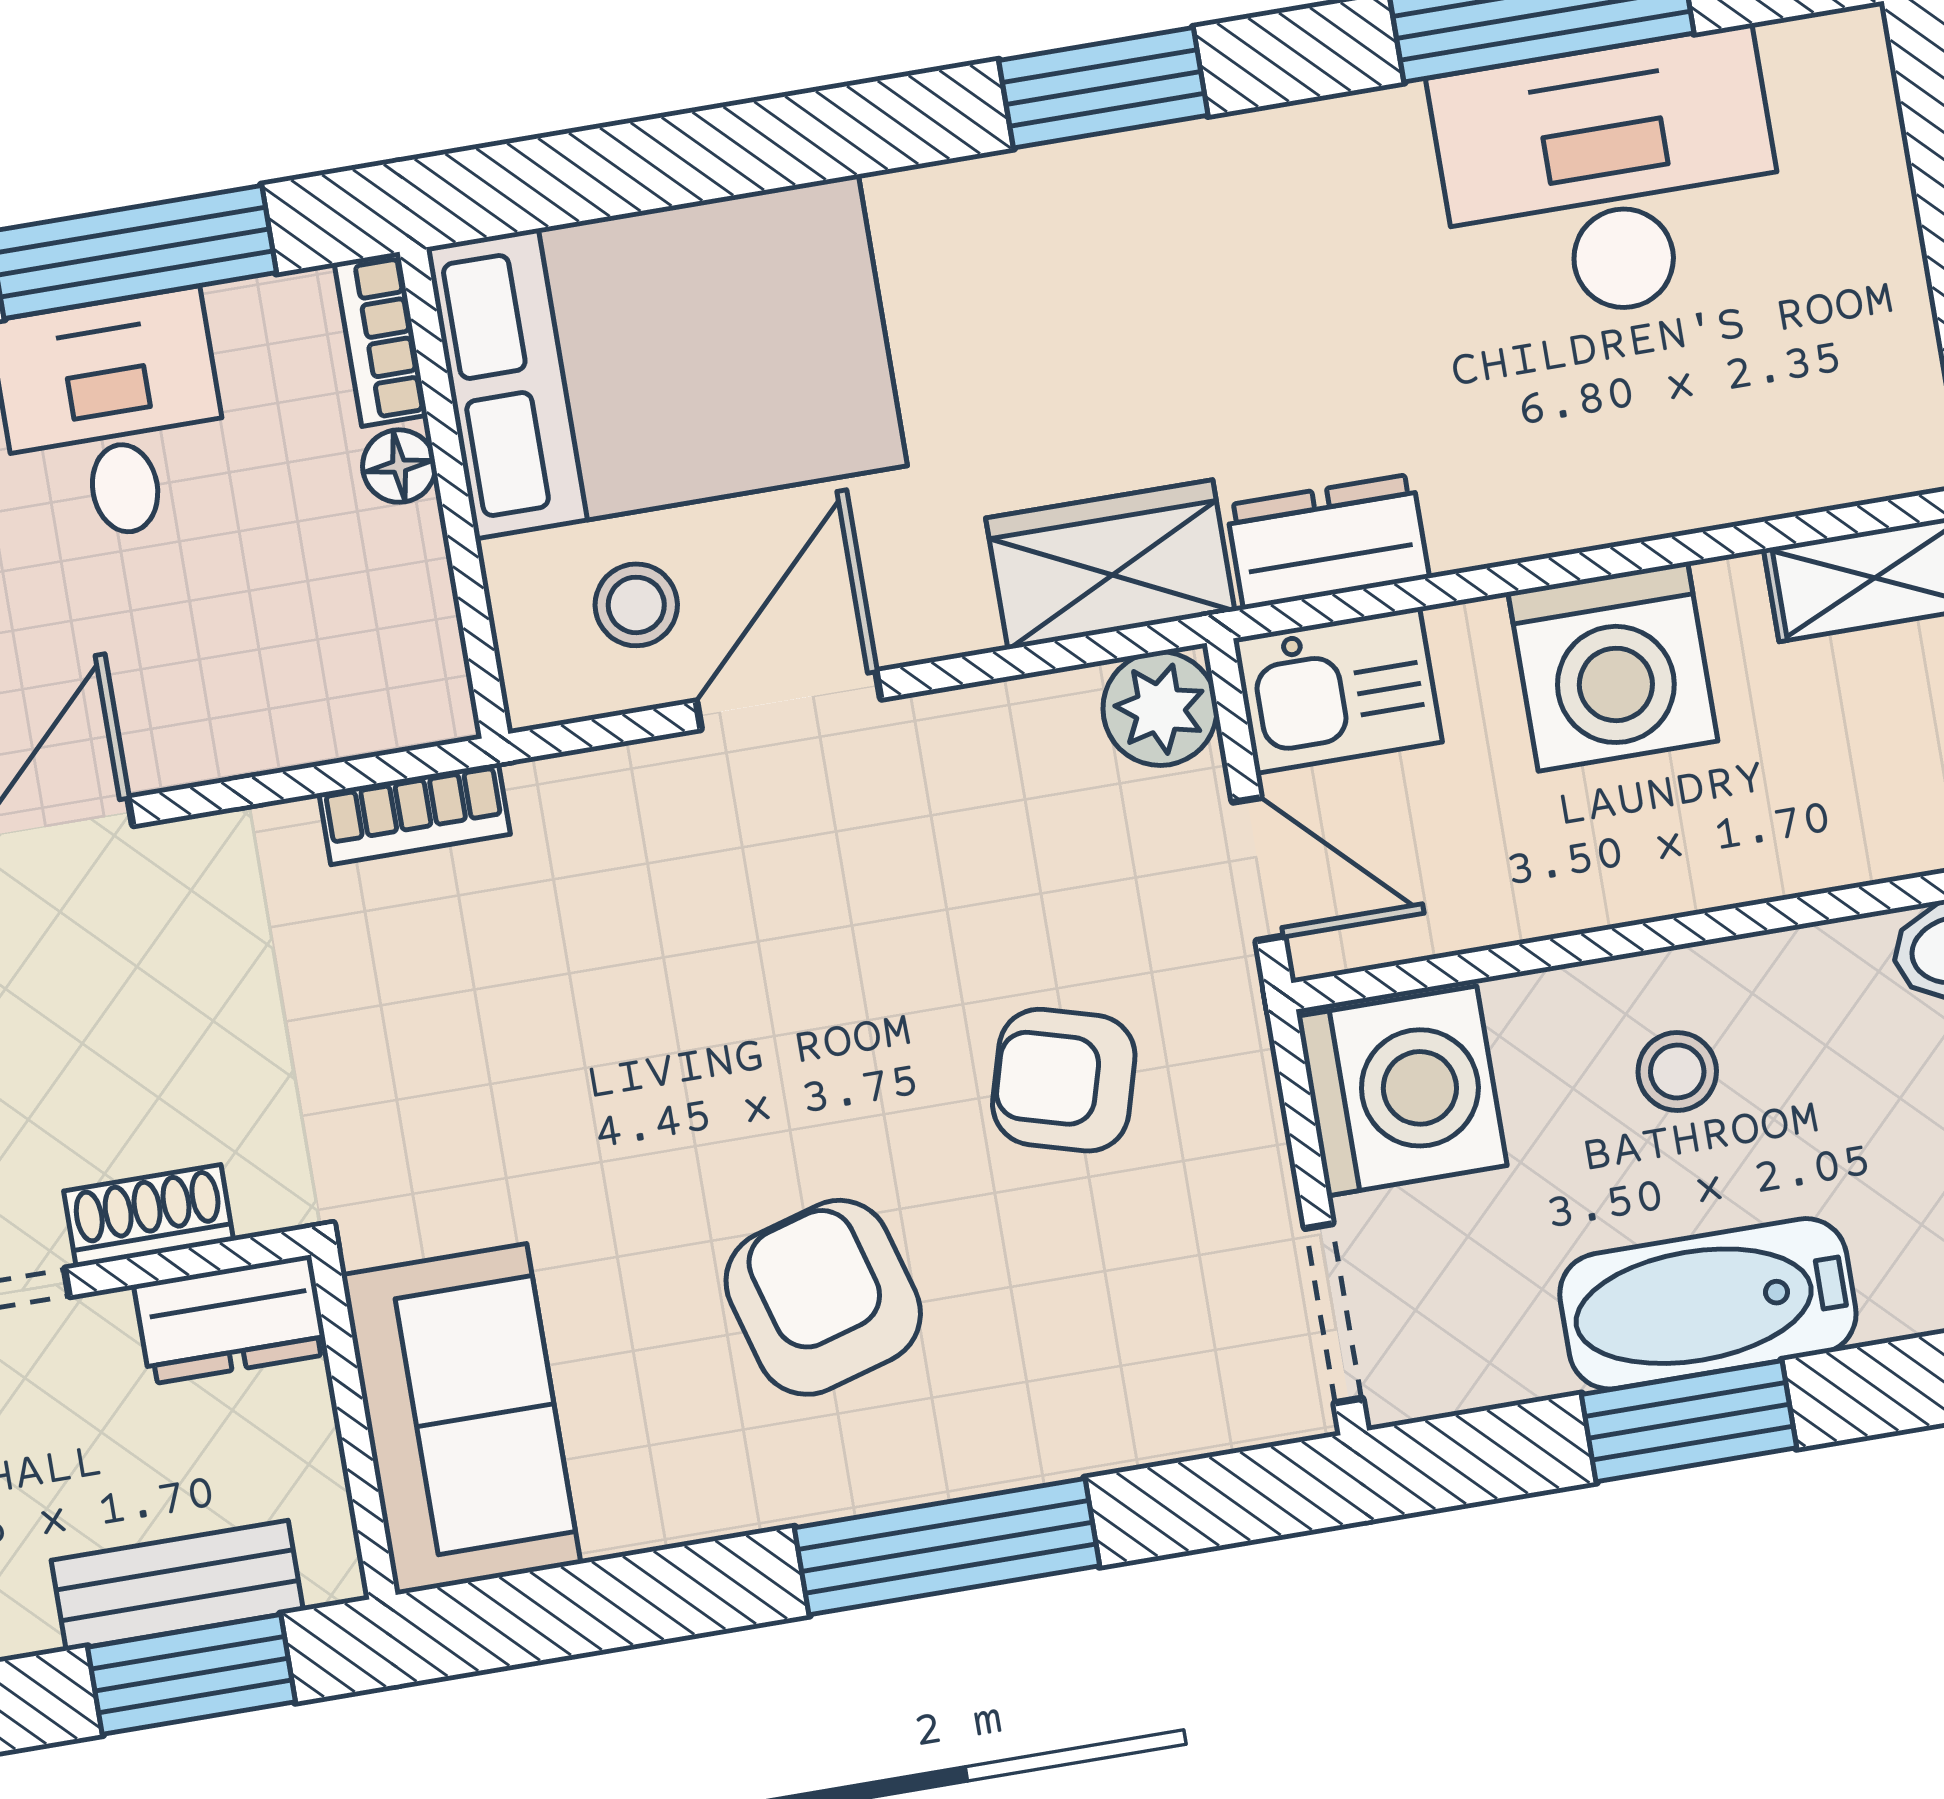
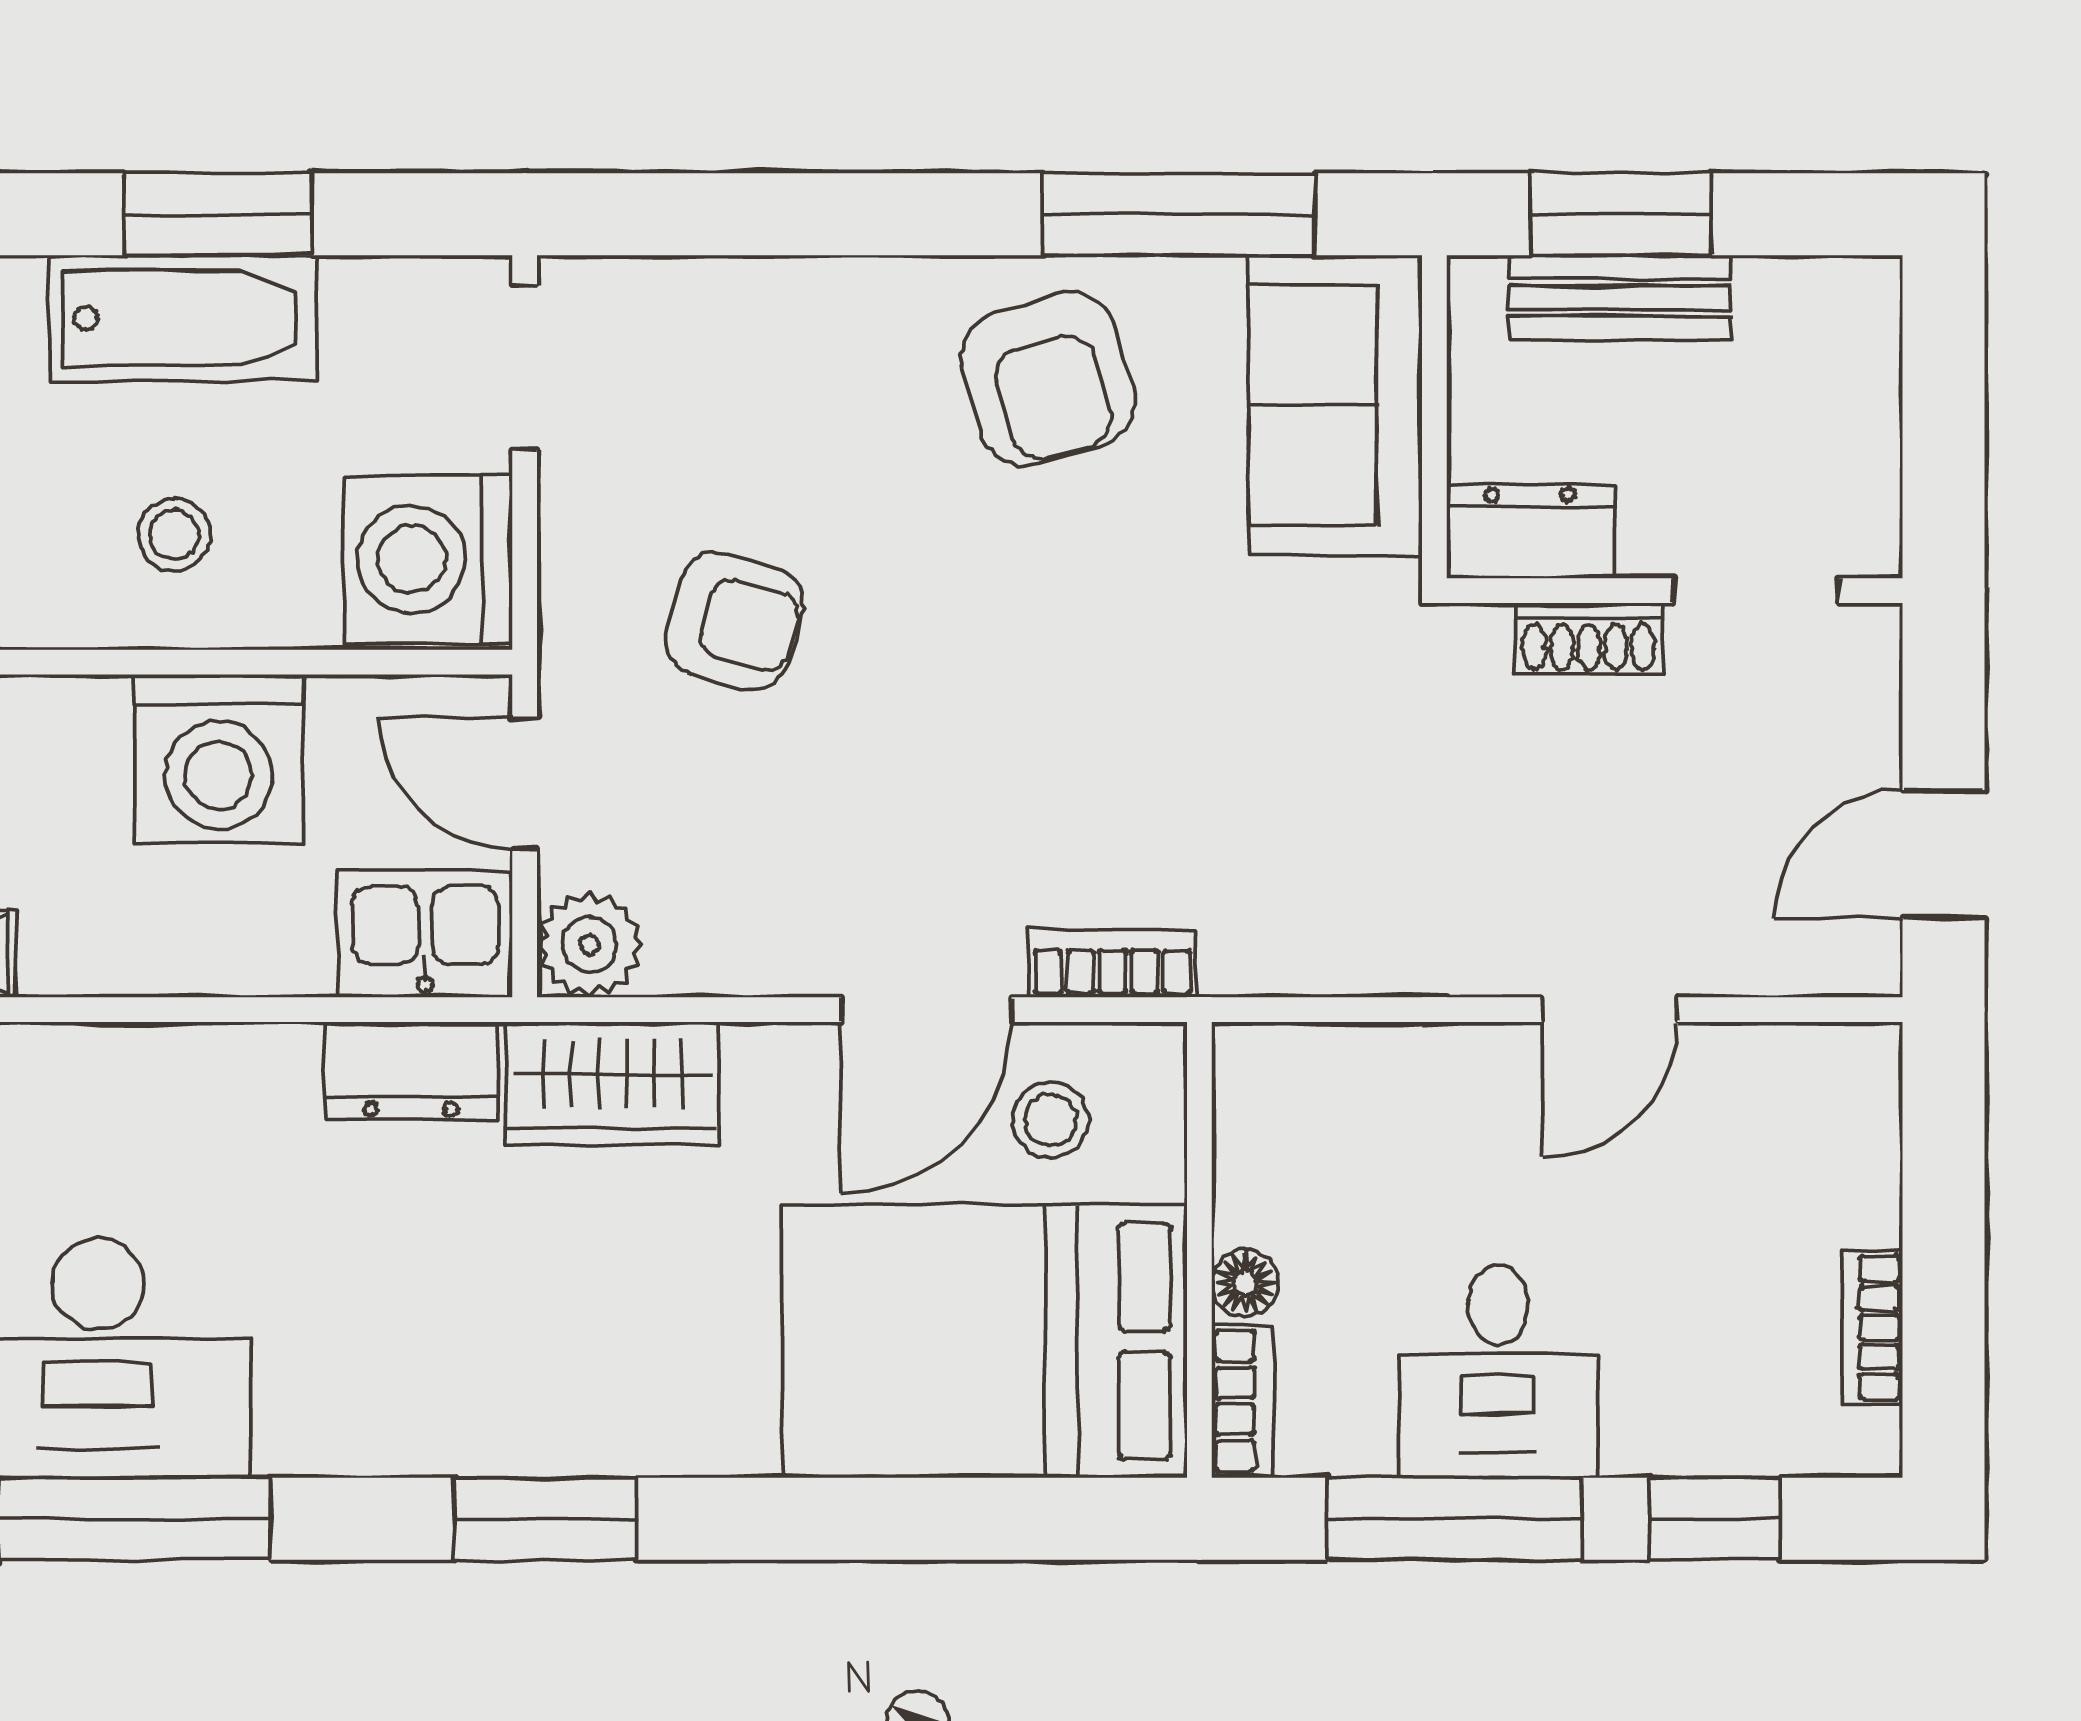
washing machine: (1613, 666) -> (219, 758), moved, turned 180
bookcase: (415, 814) -> (1113, 964), moved
armchair: (823, 1297) -> (1048, 380), moved
window: (947, 1547) -> (1179, 214), moved

